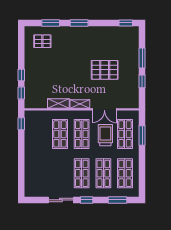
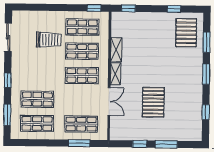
window: (126, 23) -> (206, 112), moved
pallet: (42, 41) -> (186, 33), width x1.50, depth x1.42
window: (21, 75) -> (174, 9), moved
double door: (104, 109) -> (109, 101), swing flipped
trolley: (105, 135) -> (49, 40), moved
shop shelf: (82, 173) -> (82, 27), moved
sliding door: (61, 200) -> (8, 37), moved

